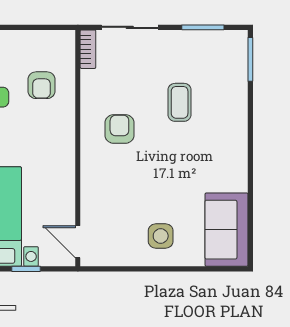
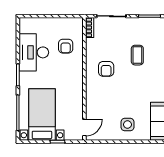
armchair: (119, 129) -> (106, 69), turned 180
door: (78, 242) -> (84, 127), swing flipped

